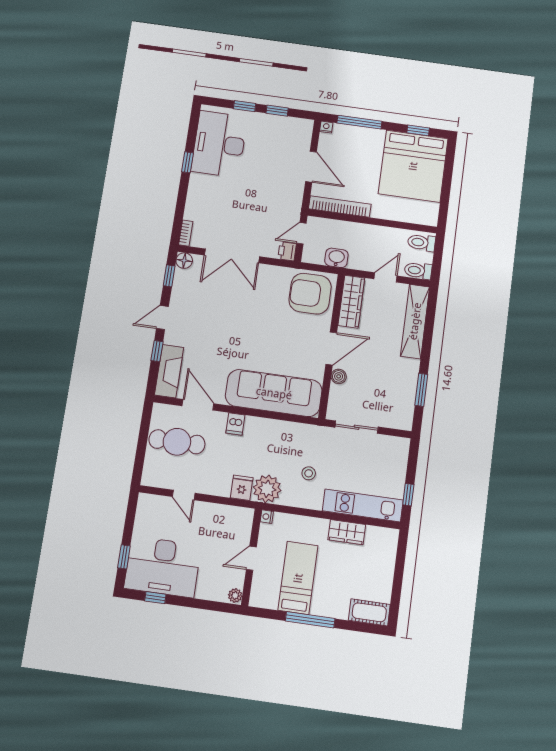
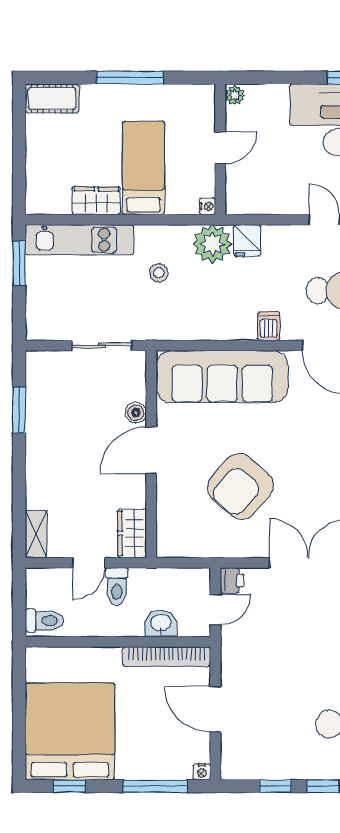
washbasin: (336, 258) -> (161, 623), moved, turned 180
toilet: (418, 271) -> (117, 587), moved, turned 90
armchair: (310, 294) -> (240, 486), moved, turned 131
wardrobe: (351, 302) -> (132, 533), width x0.67
shelving: (415, 321) -> (36, 534), width x0.45, depth x0.75
window: (408, 495) -> (19, 263), width x1.50
bed: (298, 578) -> (143, 168), moved, turned 180

